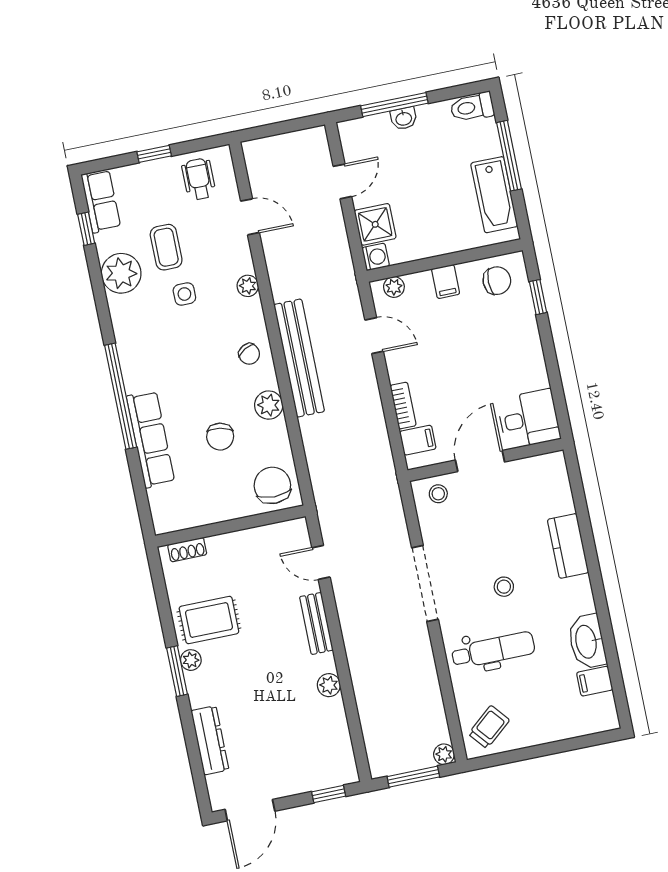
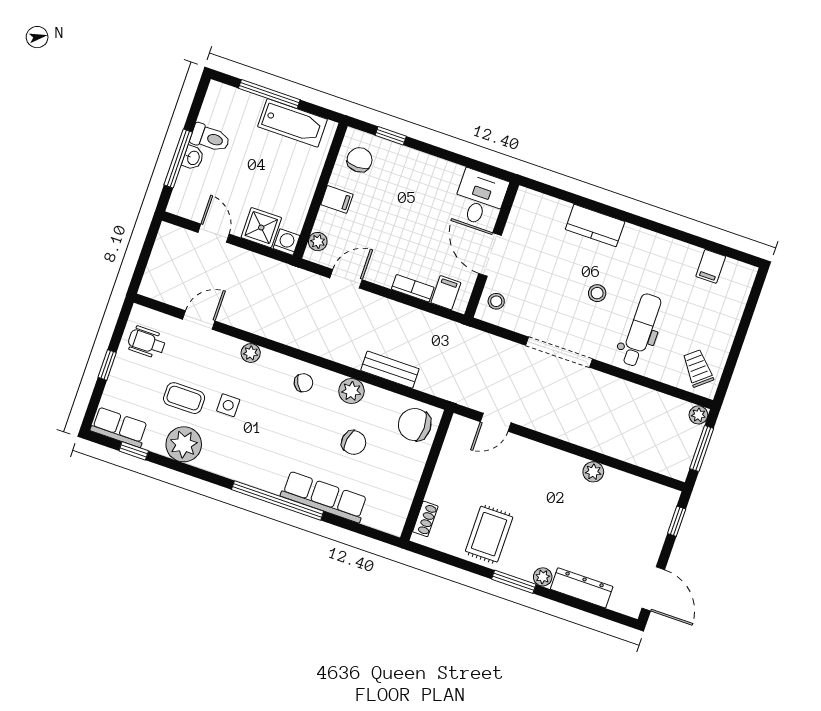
toilet: (472, 107) -> (210, 138), moved, turned -90
bench: (299, 358) -> (390, 370), moved, width x0.54, depth x0.82
bench: (316, 623) -> (540, 453), removed
washbasin: (587, 642) -> (677, 254), removed
plant: (191, 660) -> (543, 577), moved

